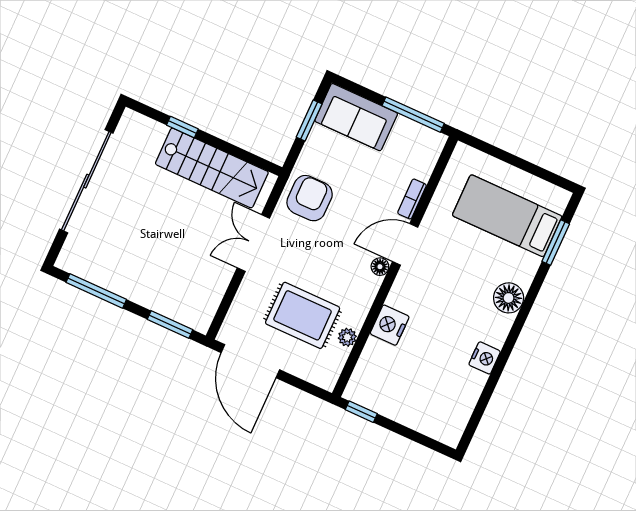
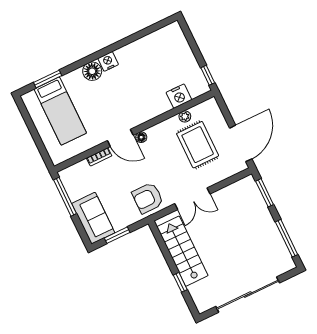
nightstand: (390, 325) -> (179, 96), moved
nightstand: (485, 358) -> (108, 61), moved

